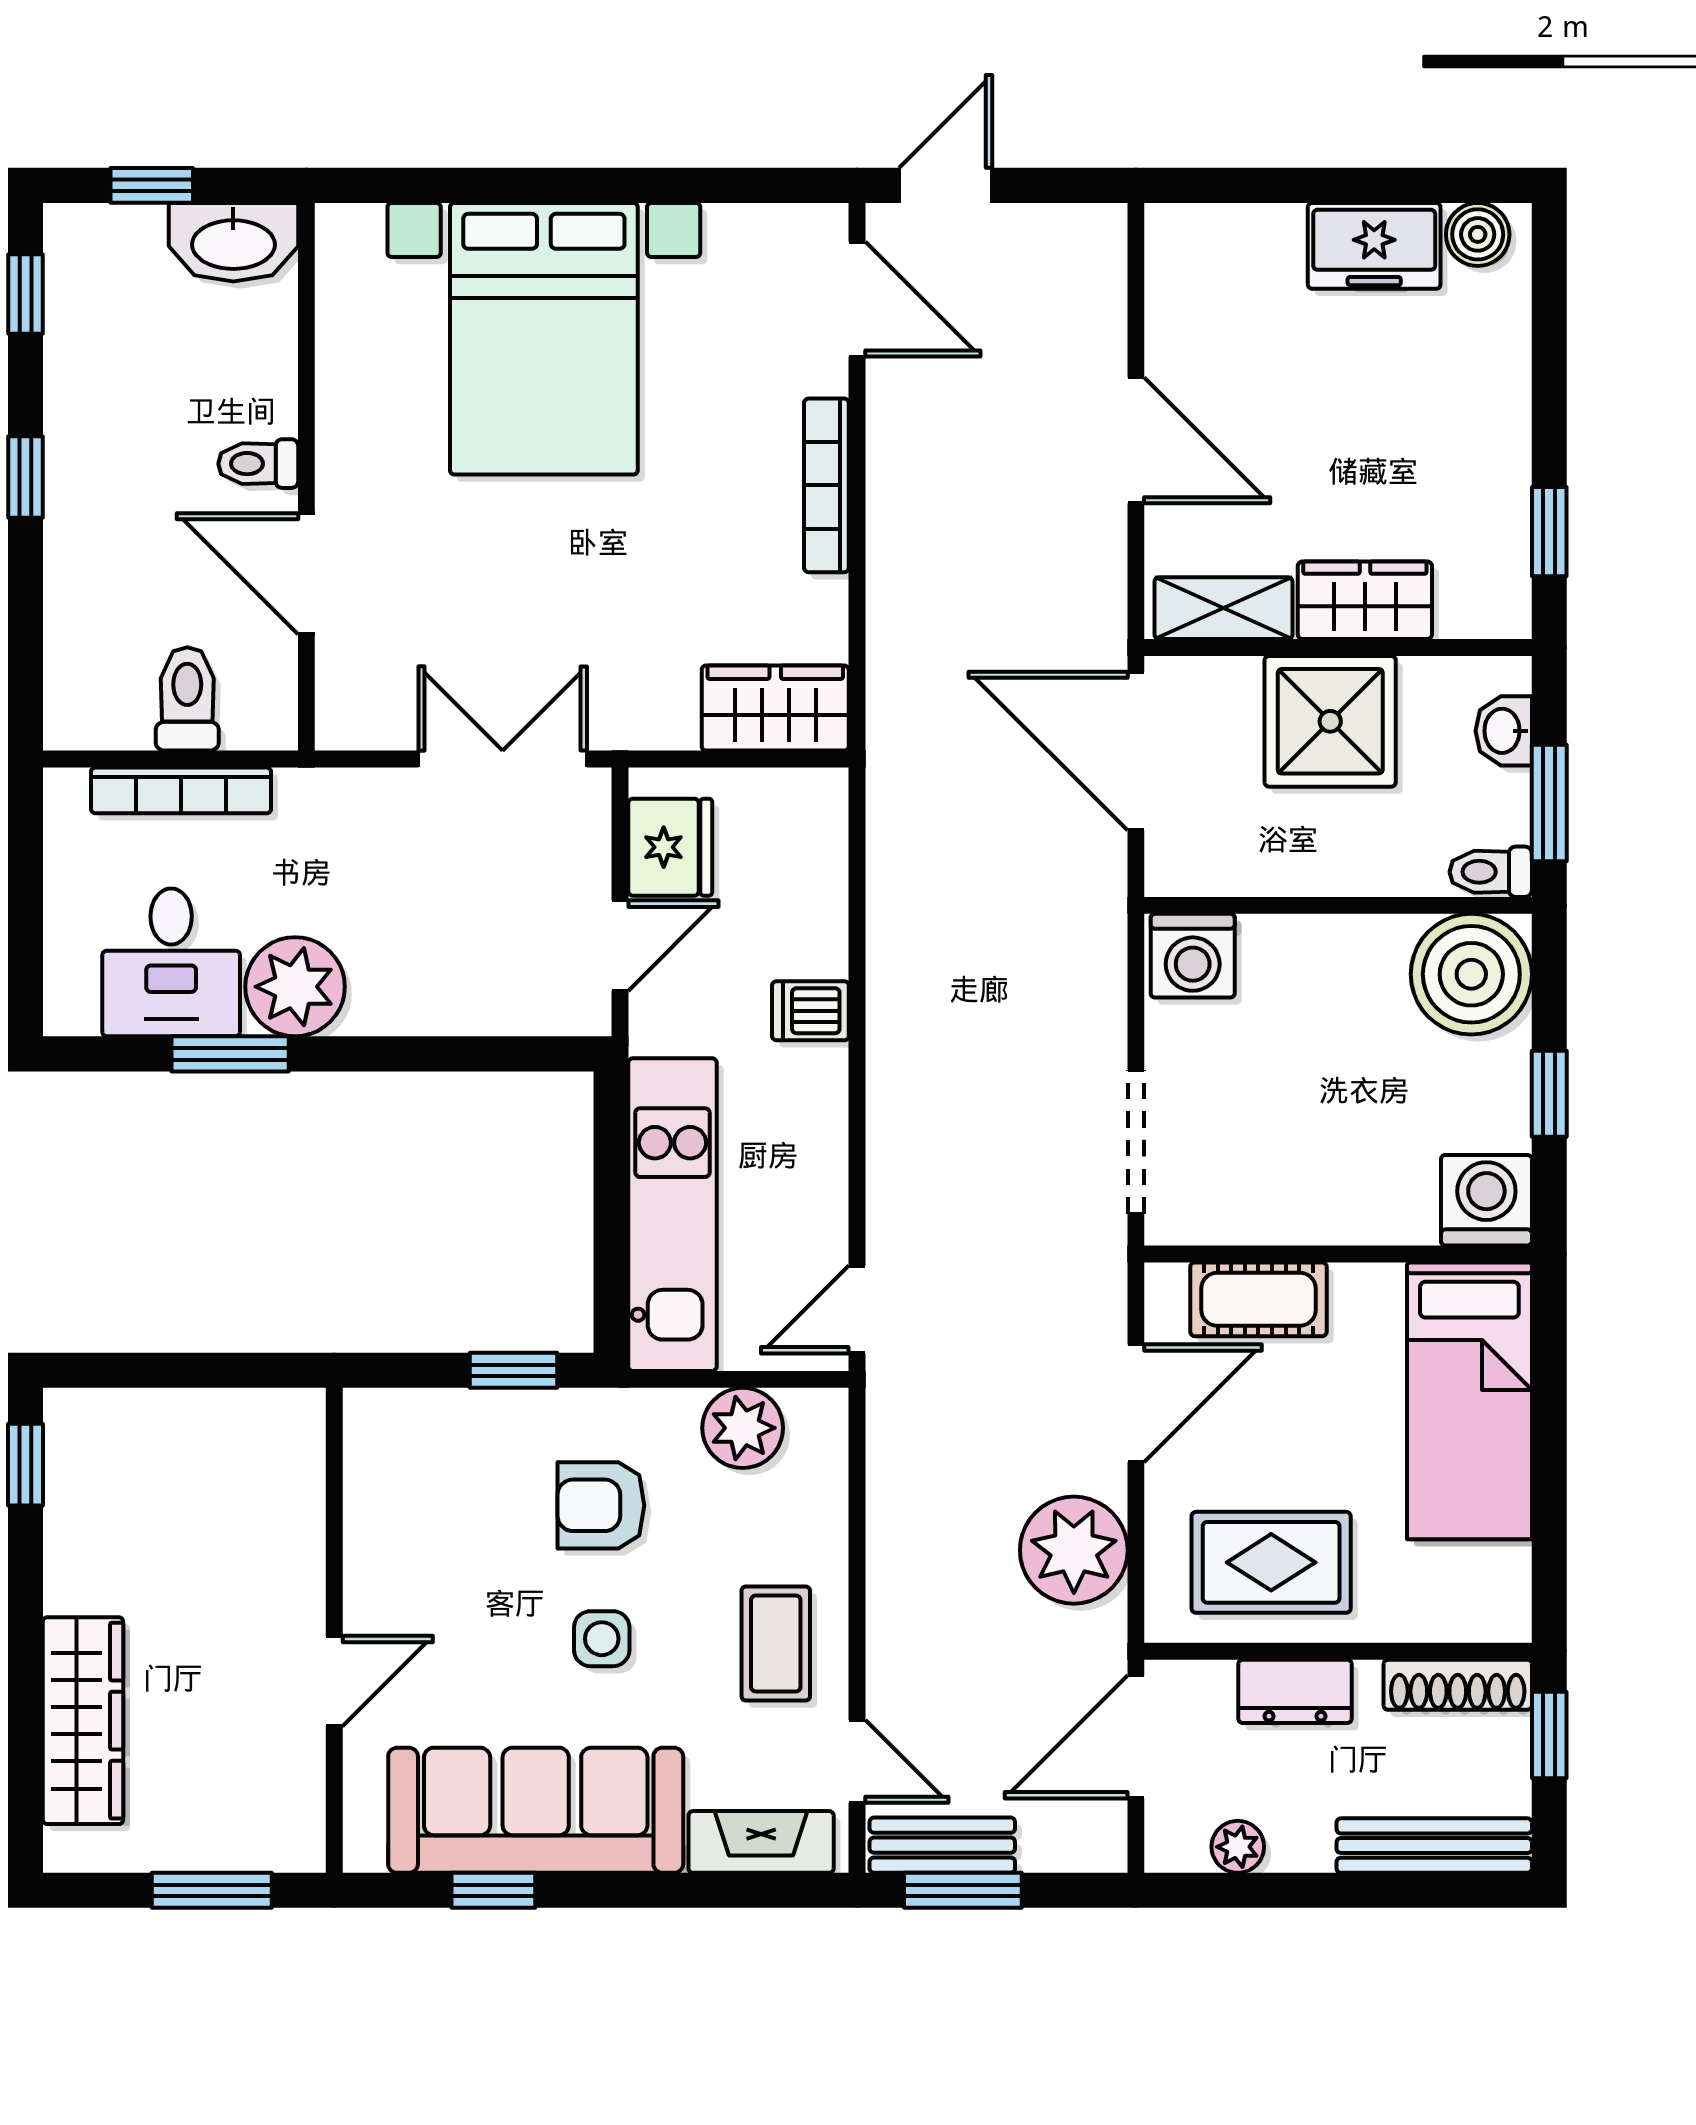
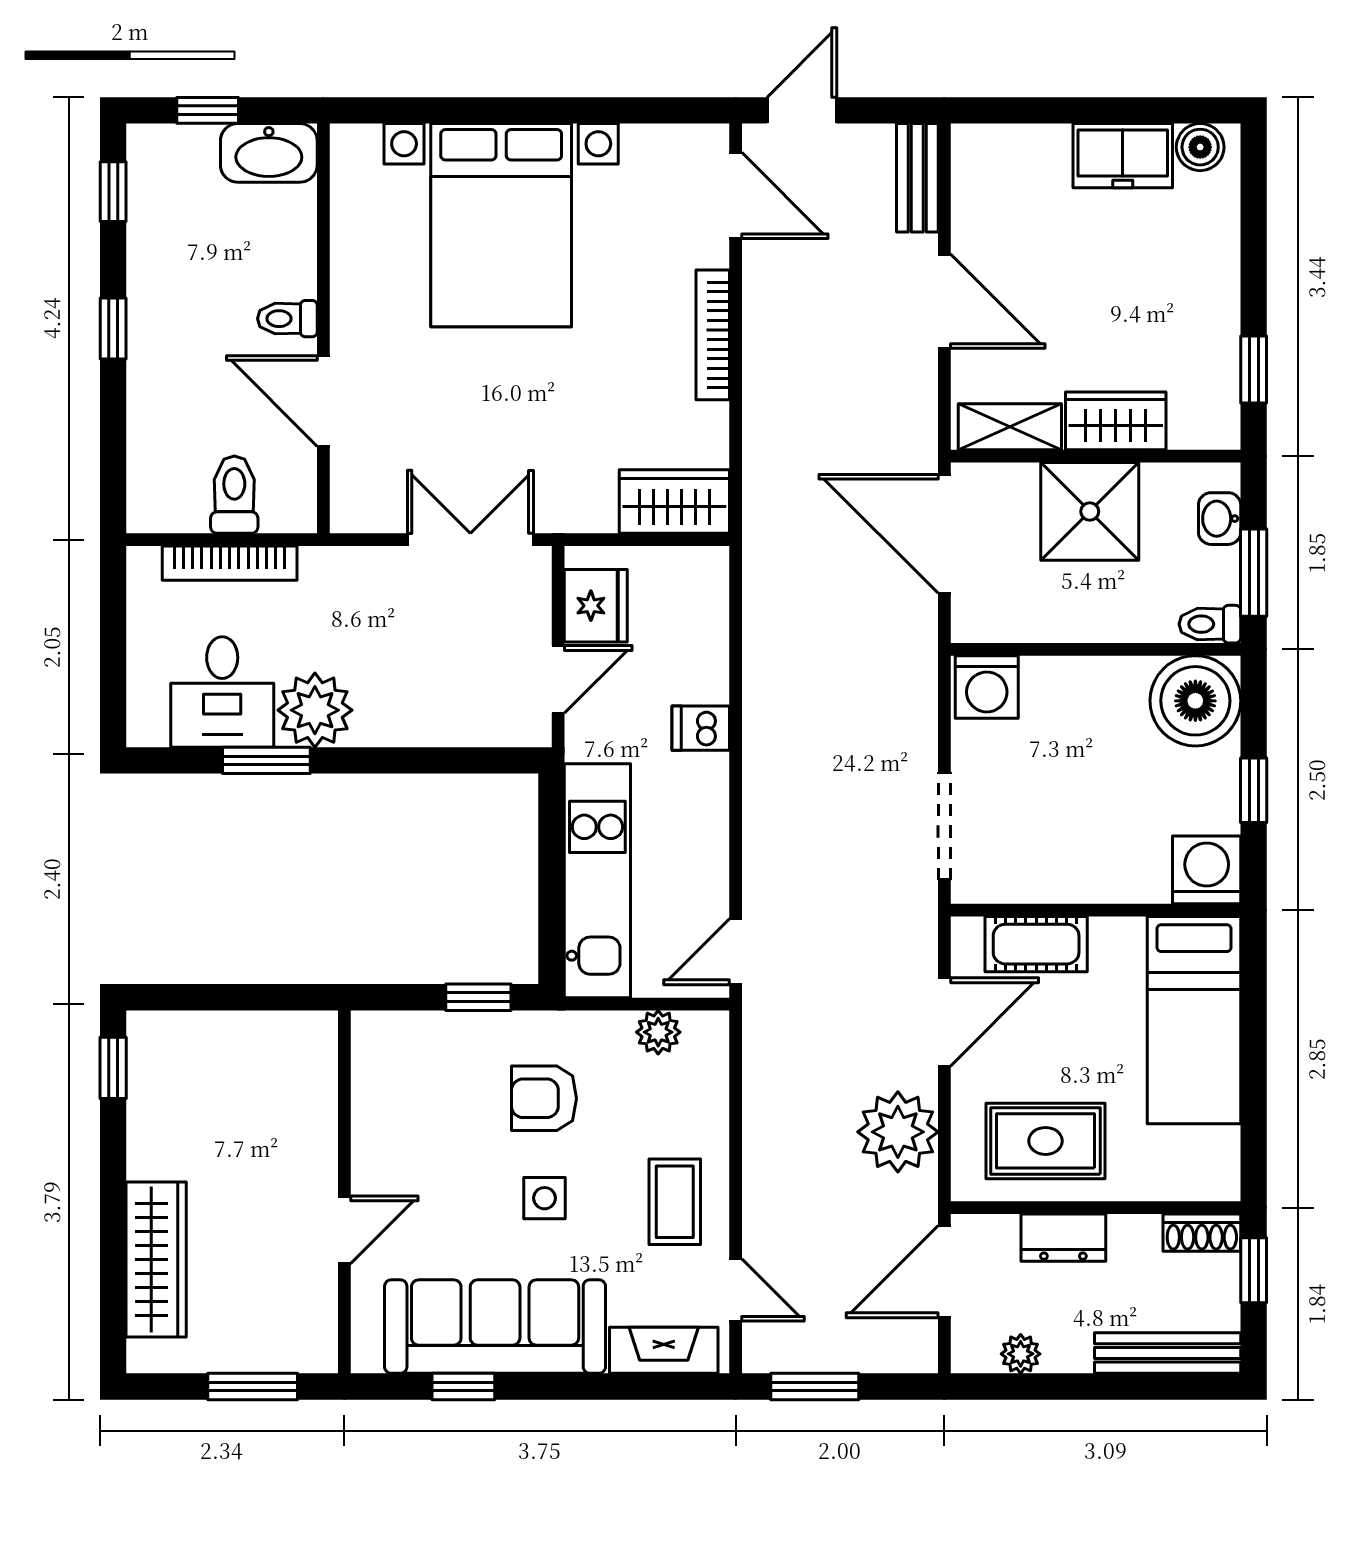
plant: (743, 1428) -> (658, 1032), width x0.73, depth x0.73
shoe rack: (1458, 1685) -> (1202, 1233), width x0.70
bench: (942, 1845) -> (917, 178), moved, turned 90

